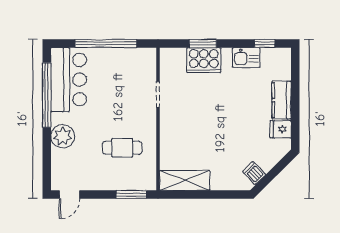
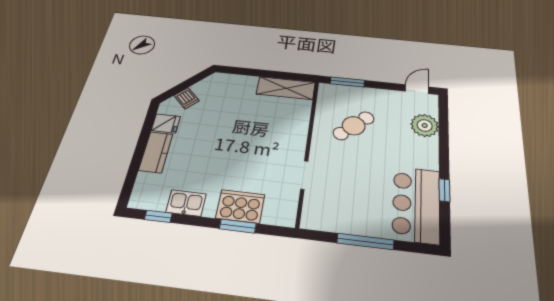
window: (106, 43) -> (365, 241), width x0.68
window: (47, 95) -> (444, 190), width x0.32
plant: (63, 136) -> (425, 125), moved
cafe table: (122, 148) -> (354, 126), turned -43
dishwasher: (254, 173) -> (187, 98), moved

